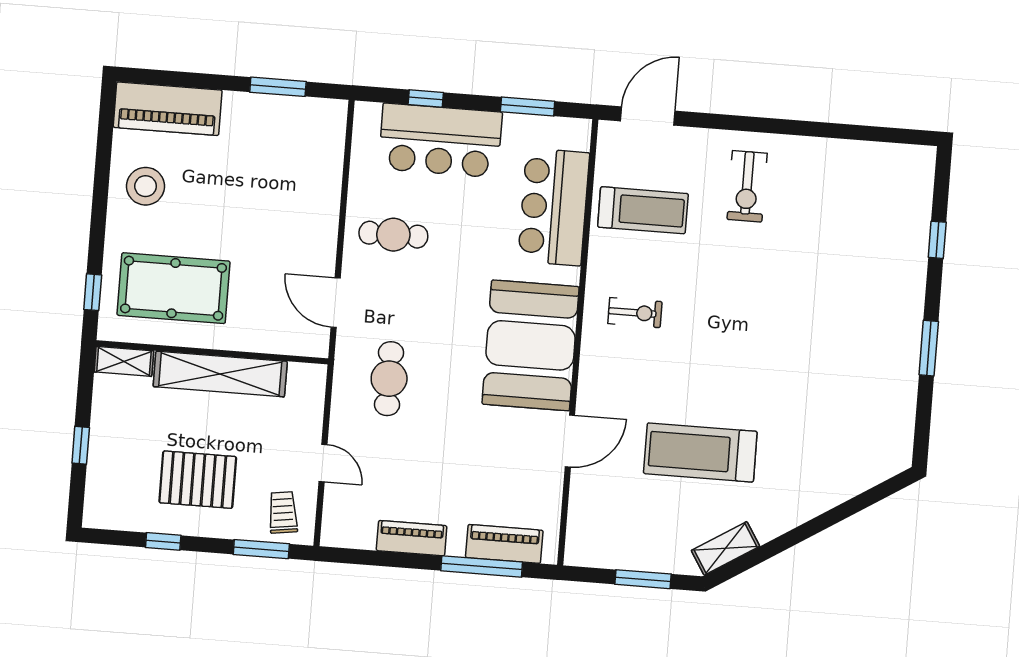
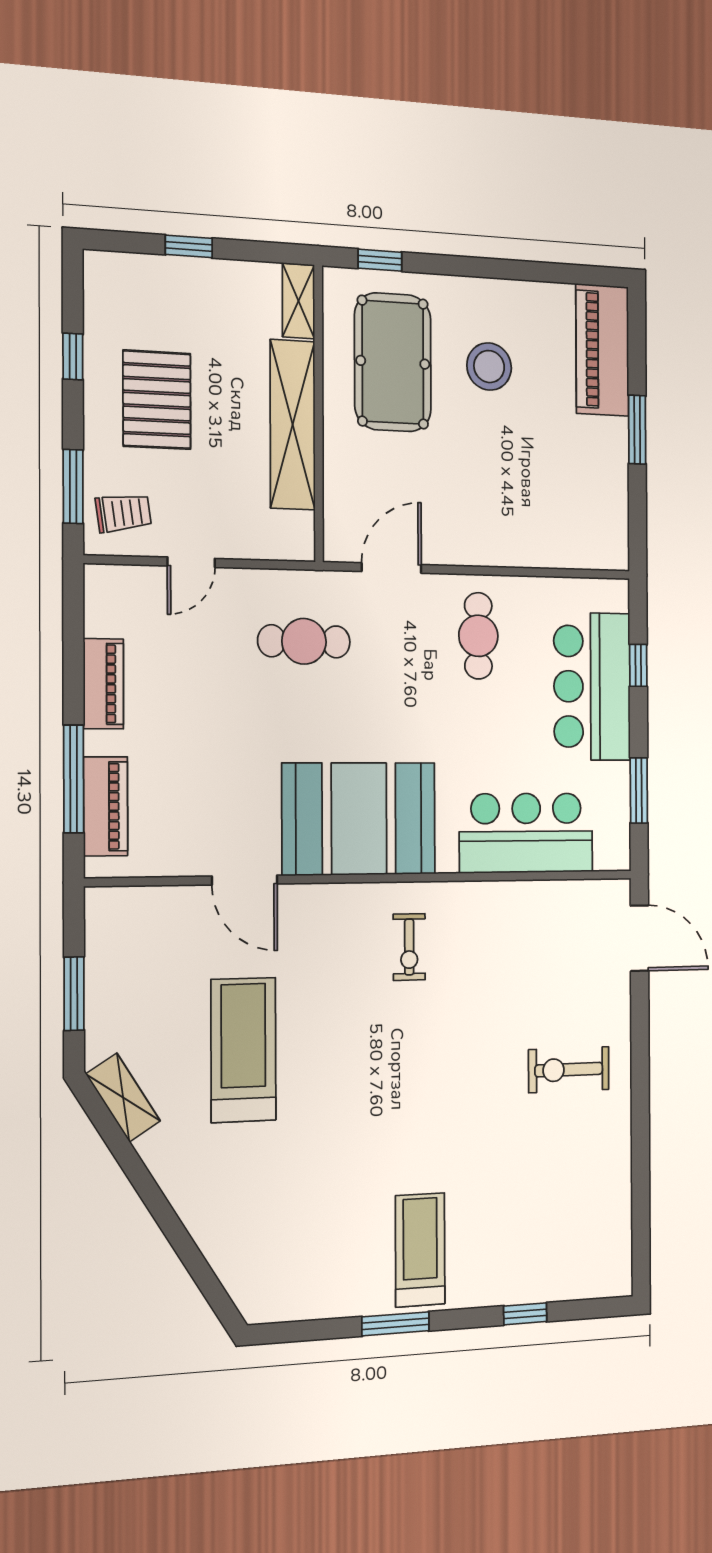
window: (278, 87) -> (637, 430), moved
stool: (146, 186) -> (489, 367), moved
treadmill: (643, 210) -> (420, 1250), moved, turned 180

